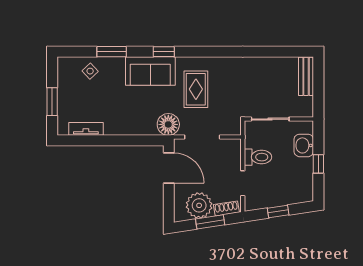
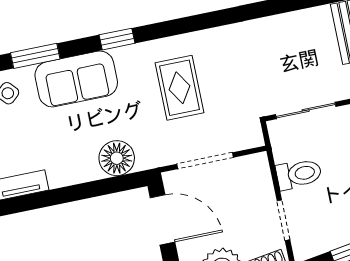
sofa: (150, 71) -> (76, 79), moved
floor lamp: (168, 124) -> (117, 158), moved

